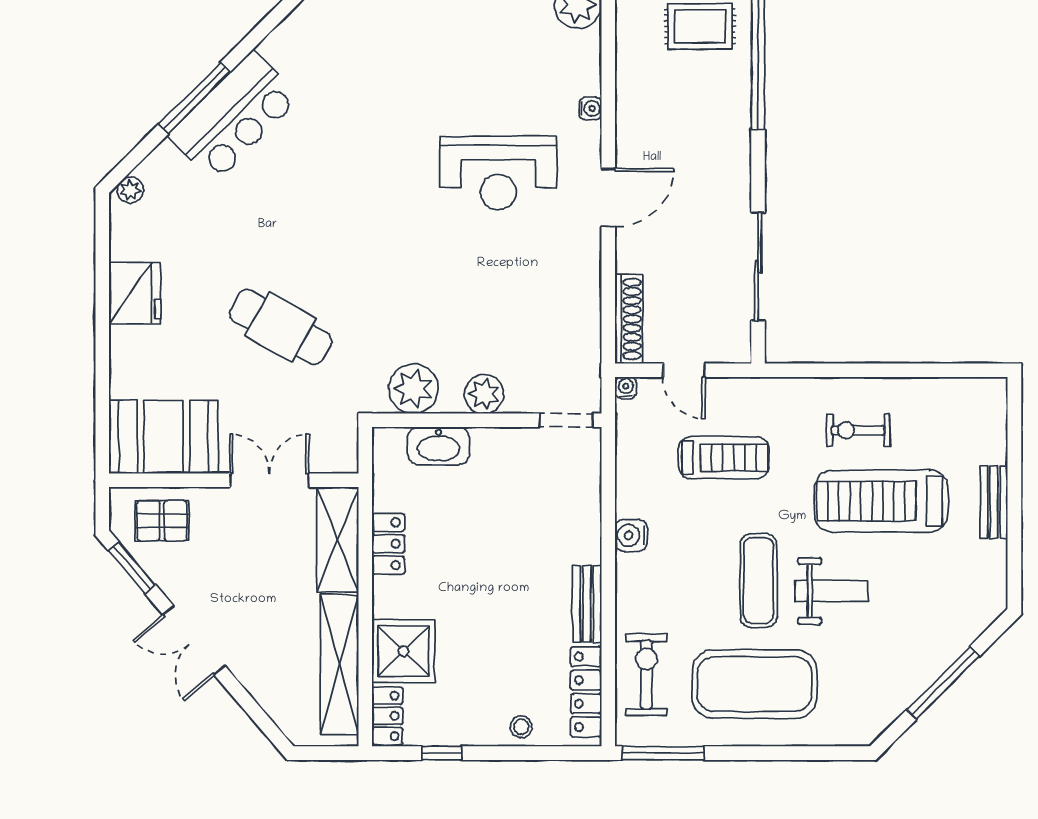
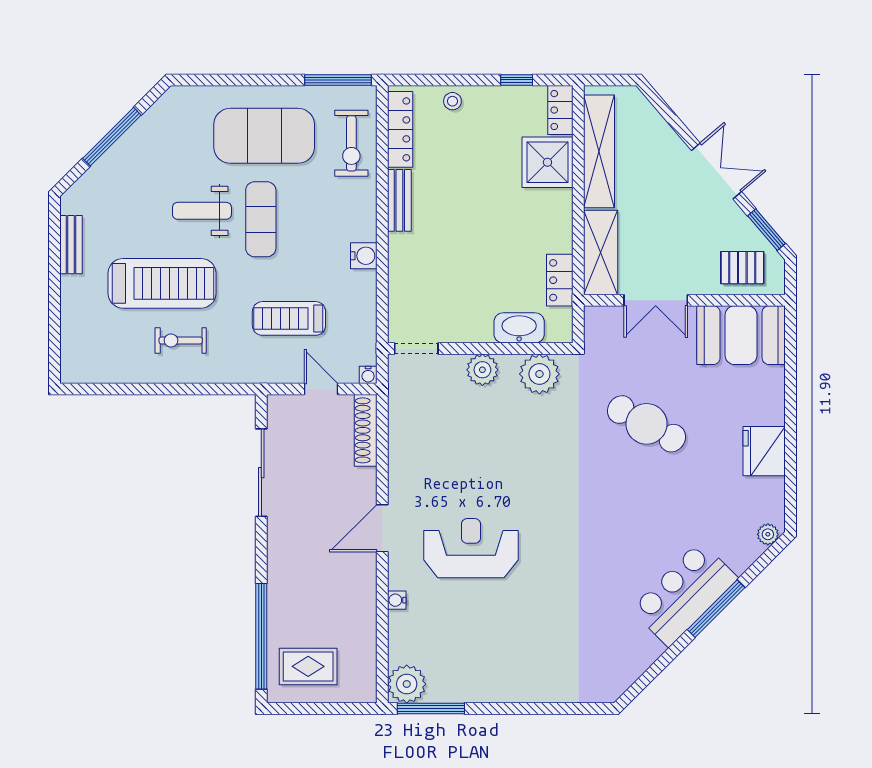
exercise bike: (858, 430) -> (181, 340), turned 180
bench: (994, 502) -> (71, 245), moved
locker: (388, 544) -> (560, 280), moved

